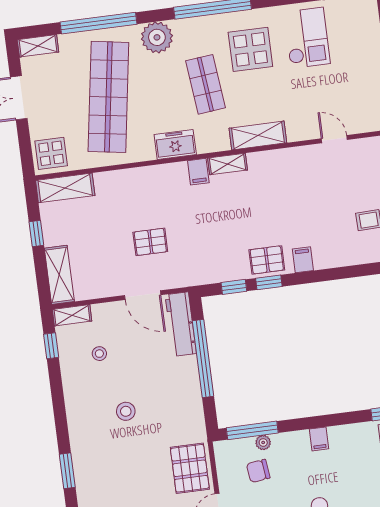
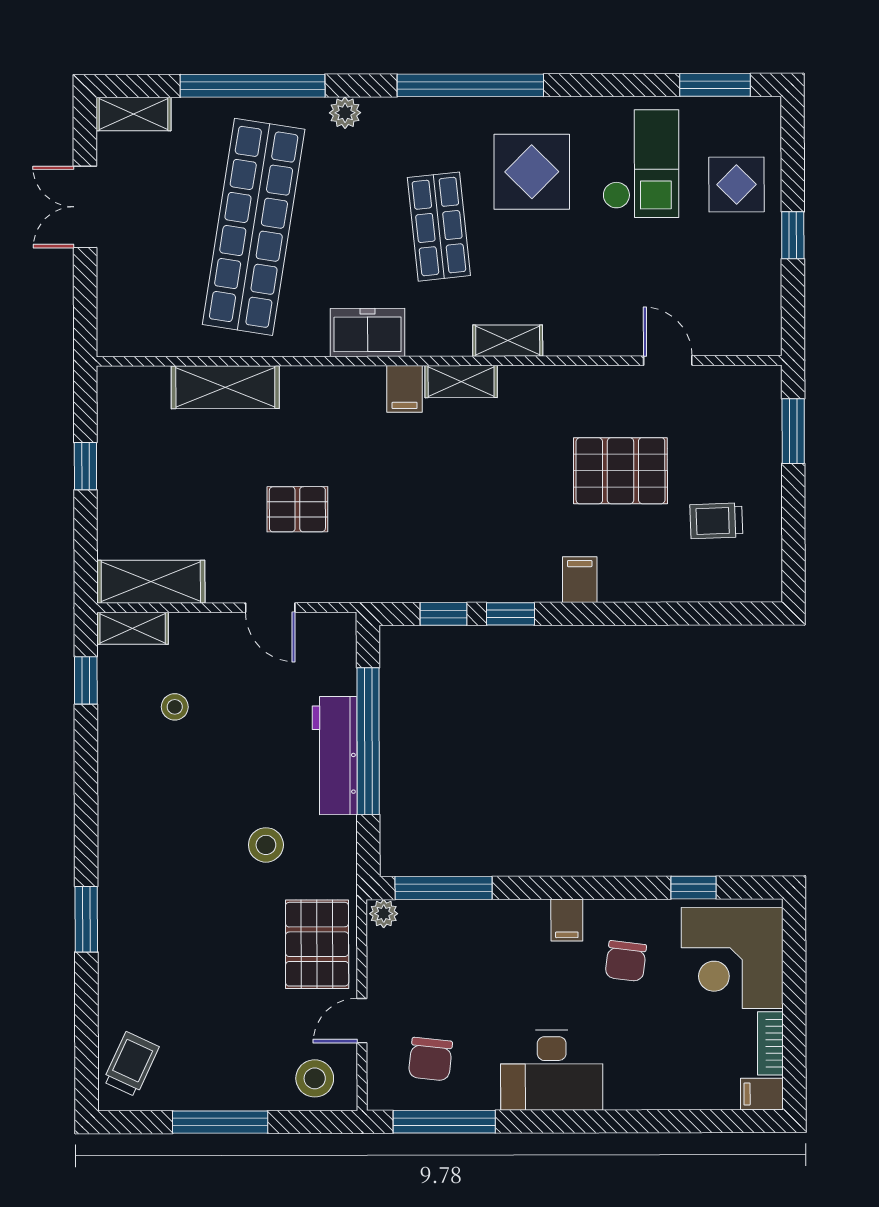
plant: (157, 37) -> (345, 113), width x0.53, depth x0.53
shelving: (258, 136) -> (508, 341), width x0.67, depth x0.75
display table: (51, 153) -> (737, 184), moved
shelving: (65, 188) -> (225, 387), moved
pallet: (267, 260) -> (620, 471), moved, width x1.50, depth x1.42
shelving: (59, 275) -> (151, 582), moved, turned 90
door: (143, 295) -> (270, 608), width x0.73
workbench: (181, 324) -> (335, 756), moved
stool: (126, 411) -> (266, 845), moved
plant: (263, 443) -> (384, 914), moved
chair: (258, 471) -> (626, 961), moved, turned -76

